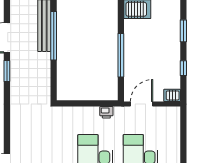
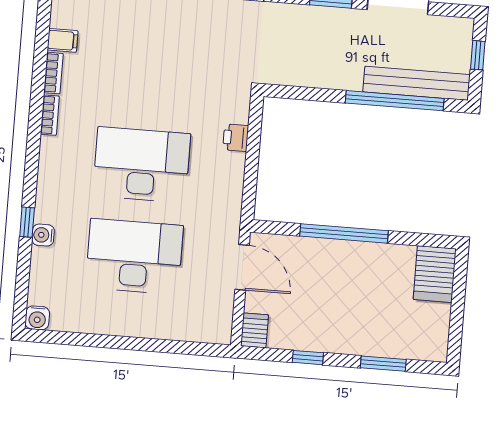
printer: (106, 112) -> (236, 138), moved

